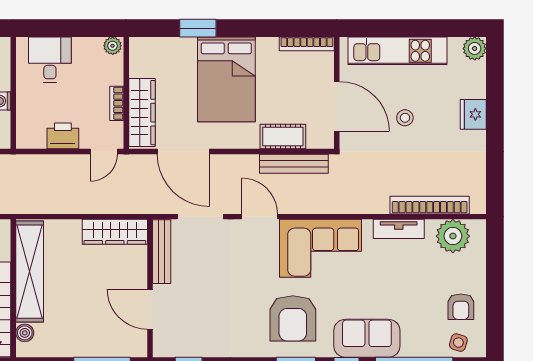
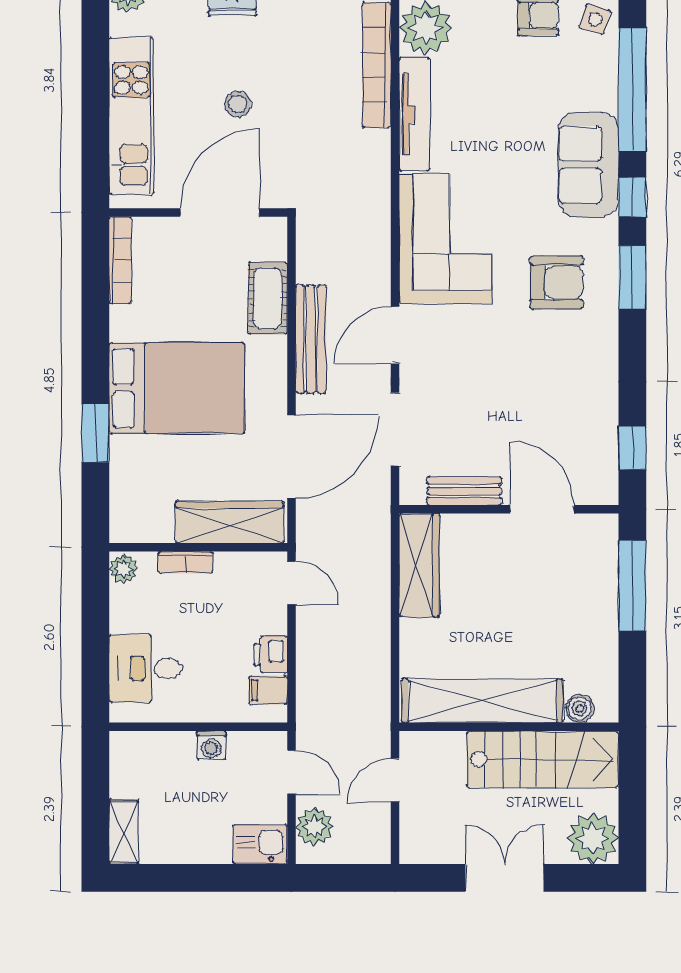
bookcase: (117, 103) -> (185, 562), moved
printer: (63, 136) -> (271, 655), width x0.73, depth x0.81
filing cabinet: (36, 137) -> (268, 690), added
bench: (294, 164) -> (311, 339), moved
tv unit: (399, 229) -> (414, 114), width x1.41
bench: (162, 252) -> (464, 491), width x0.73
door: (150, 309) -> (542, 509), swing flipped
armchair: (293, 318) -> (557, 282), width x0.73, depth x0.73

